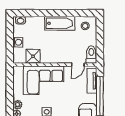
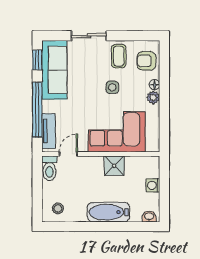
bathtub: (60, 23) -> (108, 212), moved
shower: (33, 56) -> (114, 166), moved

